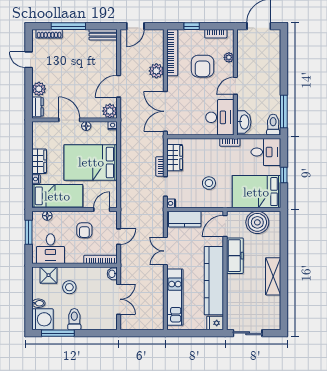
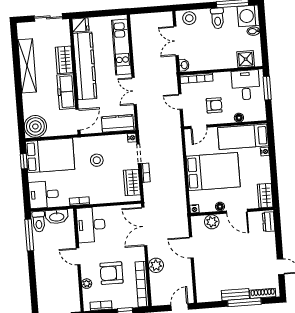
bench: (103, 35) -> (235, 295), moved
armchair: (203, 66) -> (112, 273), turned -90
door: (119, 86) -> (191, 248), swing flipped
door: (235, 86) -> (78, 256), swing flipped
plant: (39, 89) -> (269, 239), removed
plant: (110, 111) -> (212, 222), moved
double door: (165, 111) -> (144, 227), swing flipped
washbasin: (244, 122) -> (57, 217), moved, turned -90
wardrobe: (39, 161) -> (265, 196), moved
window: (284, 175) -> (24, 161), moved
floor lamp: (47, 216) -> (239, 118), moved
boiler: (257, 222) -> (35, 126), moved
armchair: (84, 230) -> (214, 105), turned 90
window: (29, 232) -> (267, 88), moved
door: (119, 237) -> (180, 102), hinge flipped
double door: (165, 251) -> (134, 91), swing flipped
shelving: (273, 276) -> (27, 66), width x1.47
stool: (69, 287) -> (189, 18), moved
wardrobe: (235, 288) -> (64, 60), added

